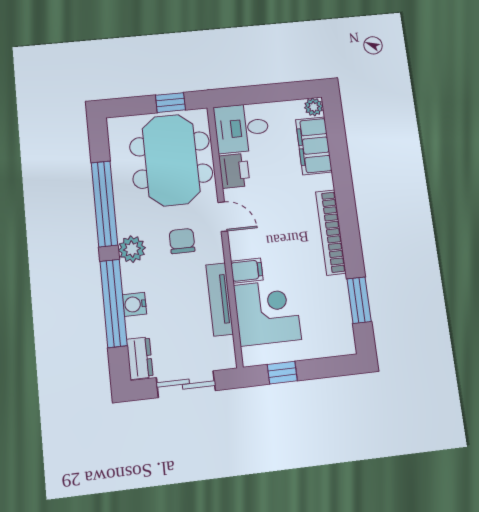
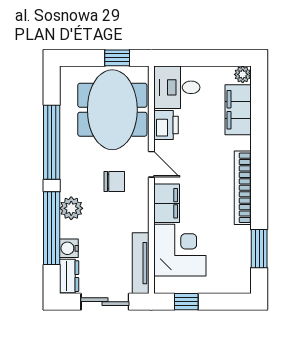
chair: (182, 241) -> (114, 182), turned 90
plant: (132, 249) -> (71, 208), moved
filing cabinet: (247, 271) -> (167, 203), width x2.00
tv unit: (220, 299) -> (141, 263), moved
water cooler: (134, 304) -> (69, 248), moved

